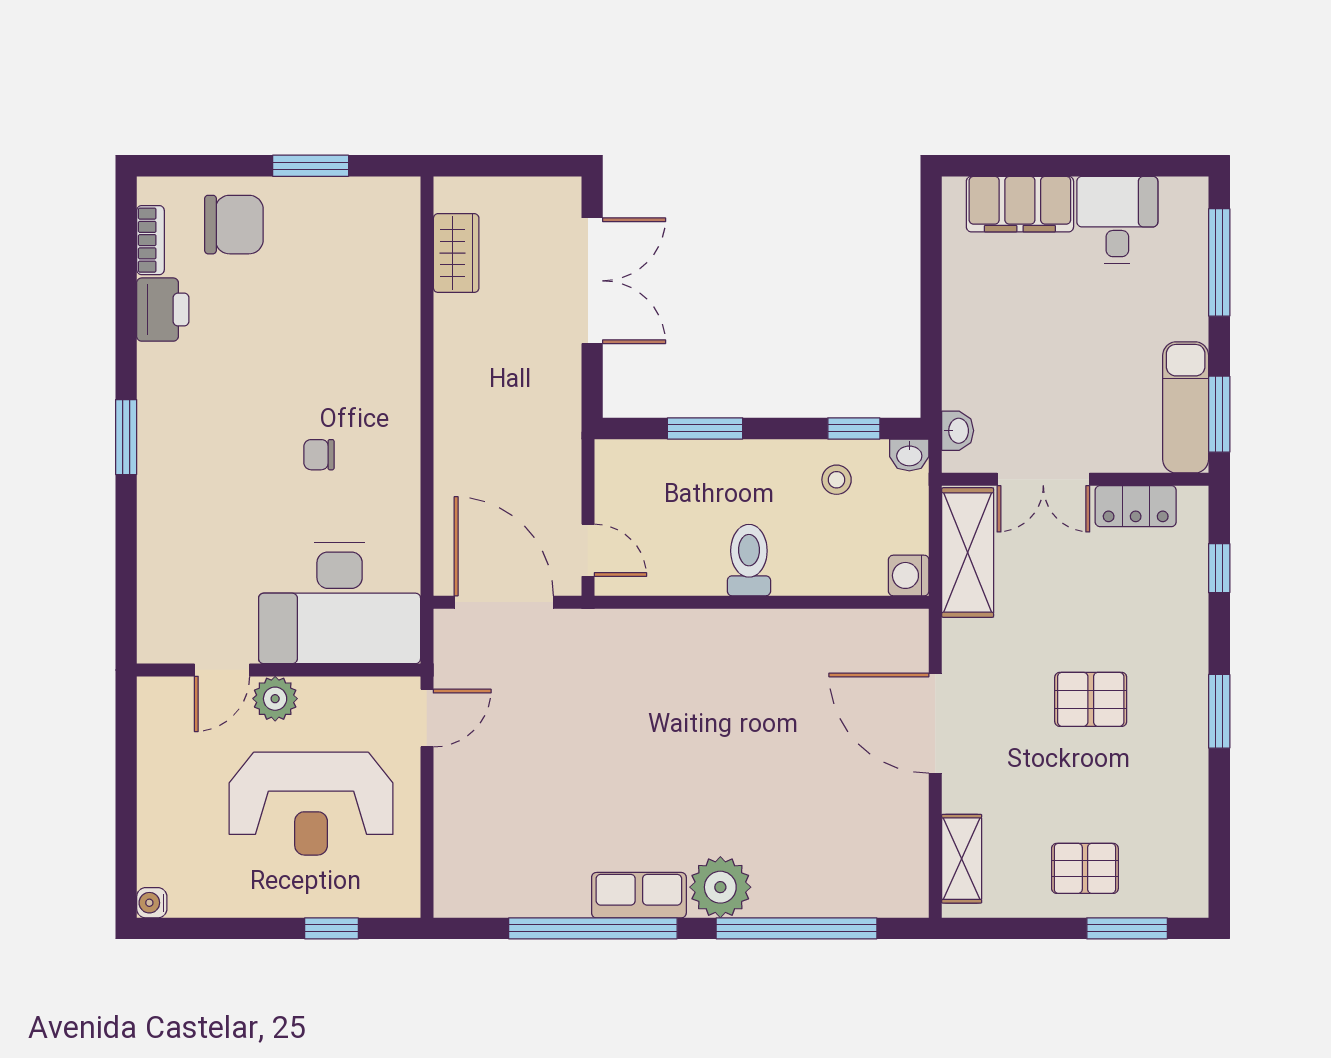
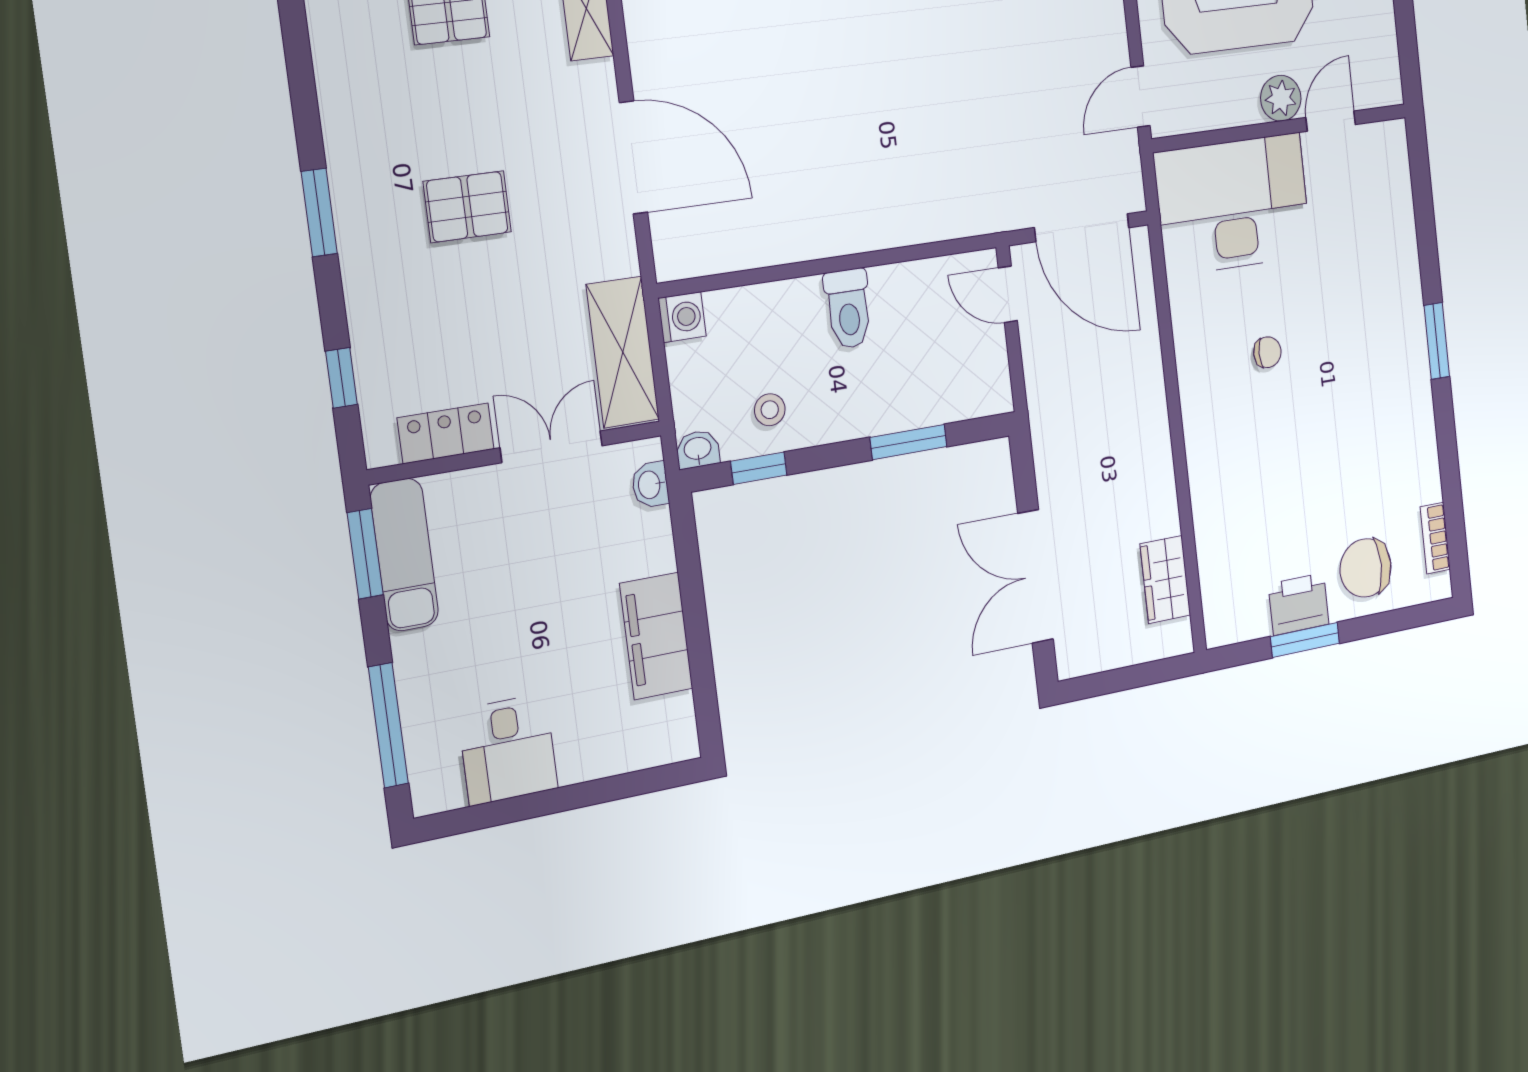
filing cabinet: (1020, 204) -> (656, 636), moved, turned -90
printer: (163, 310) -> (1299, 604), moved, turned 90

